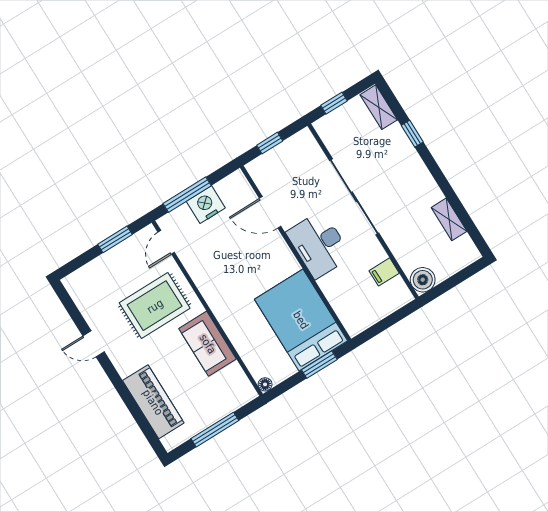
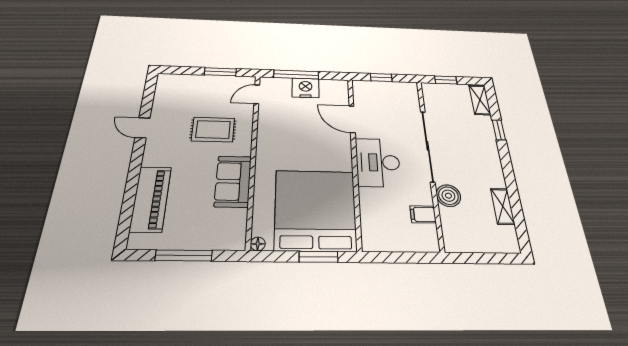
boiler: (423, 280) -> (448, 196), moved
rug: (155, 306) -> (213, 129), width x0.73, depth x0.70
bed: (301, 320) -> (315, 210), width x1.36

